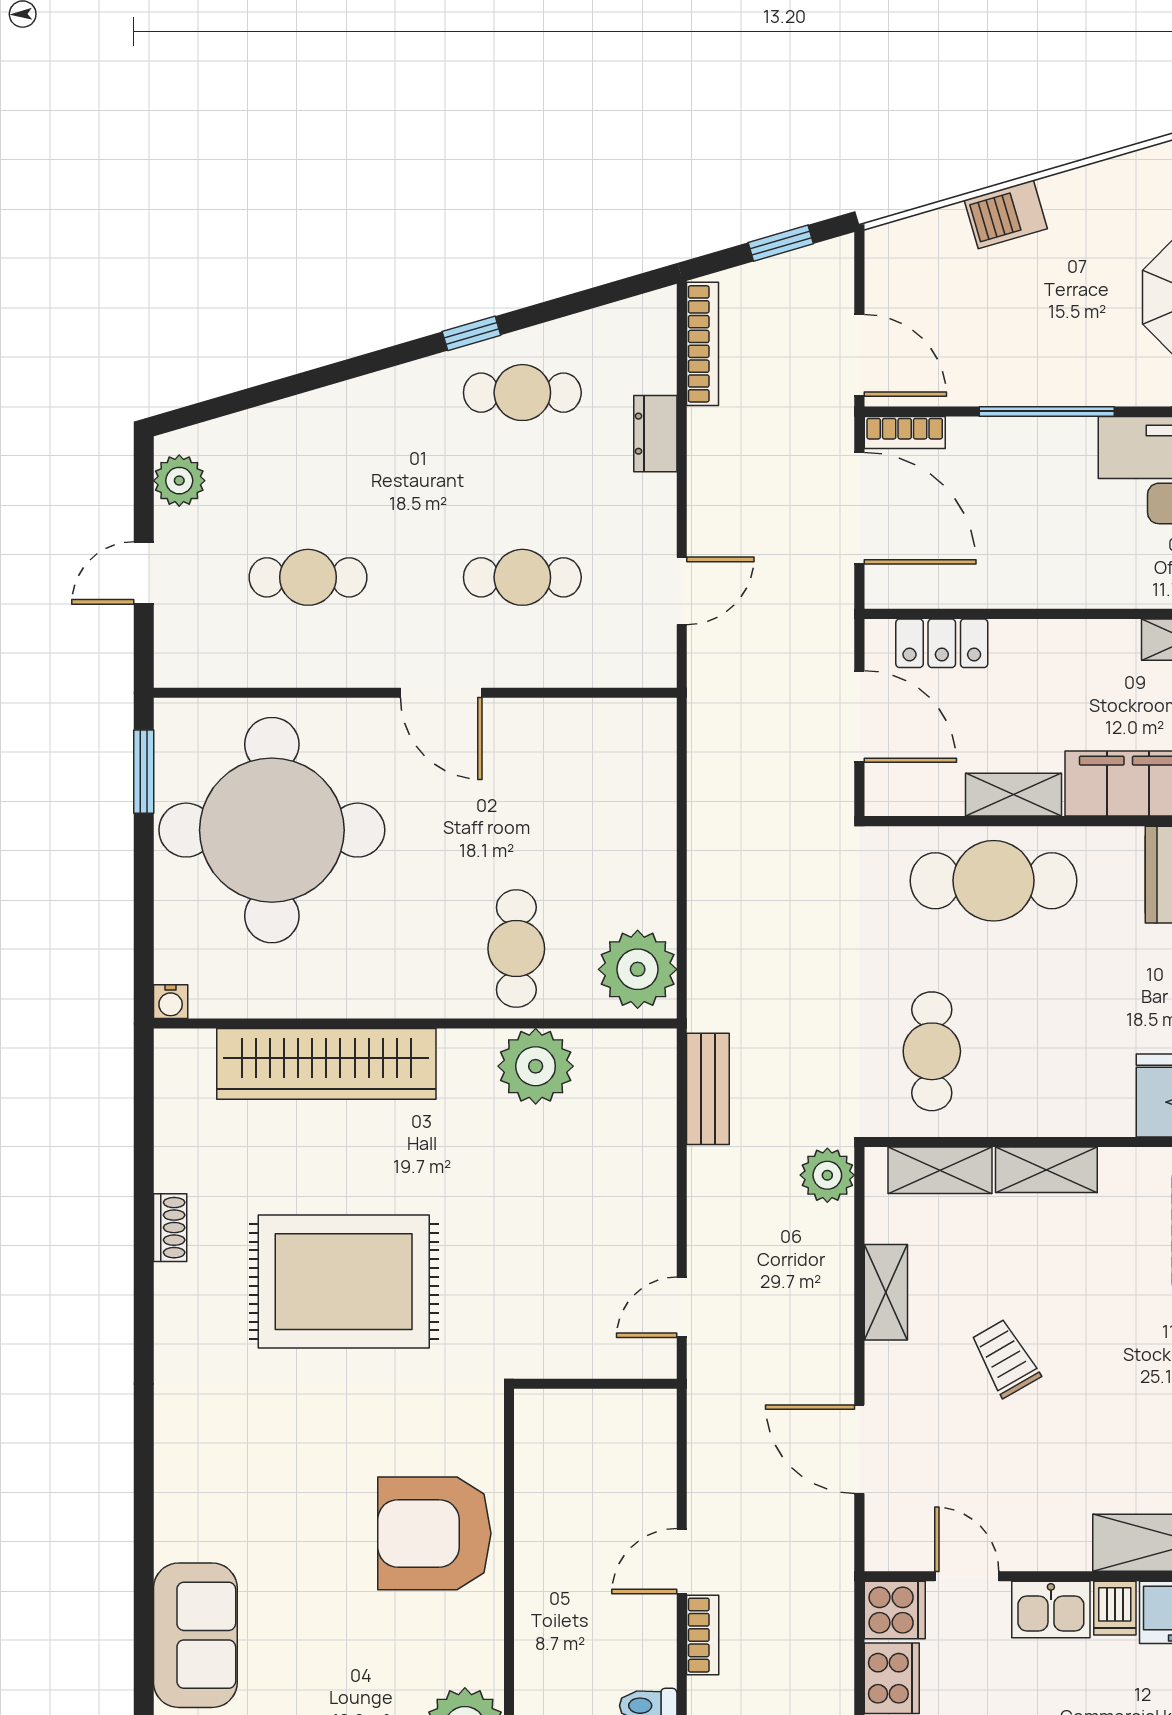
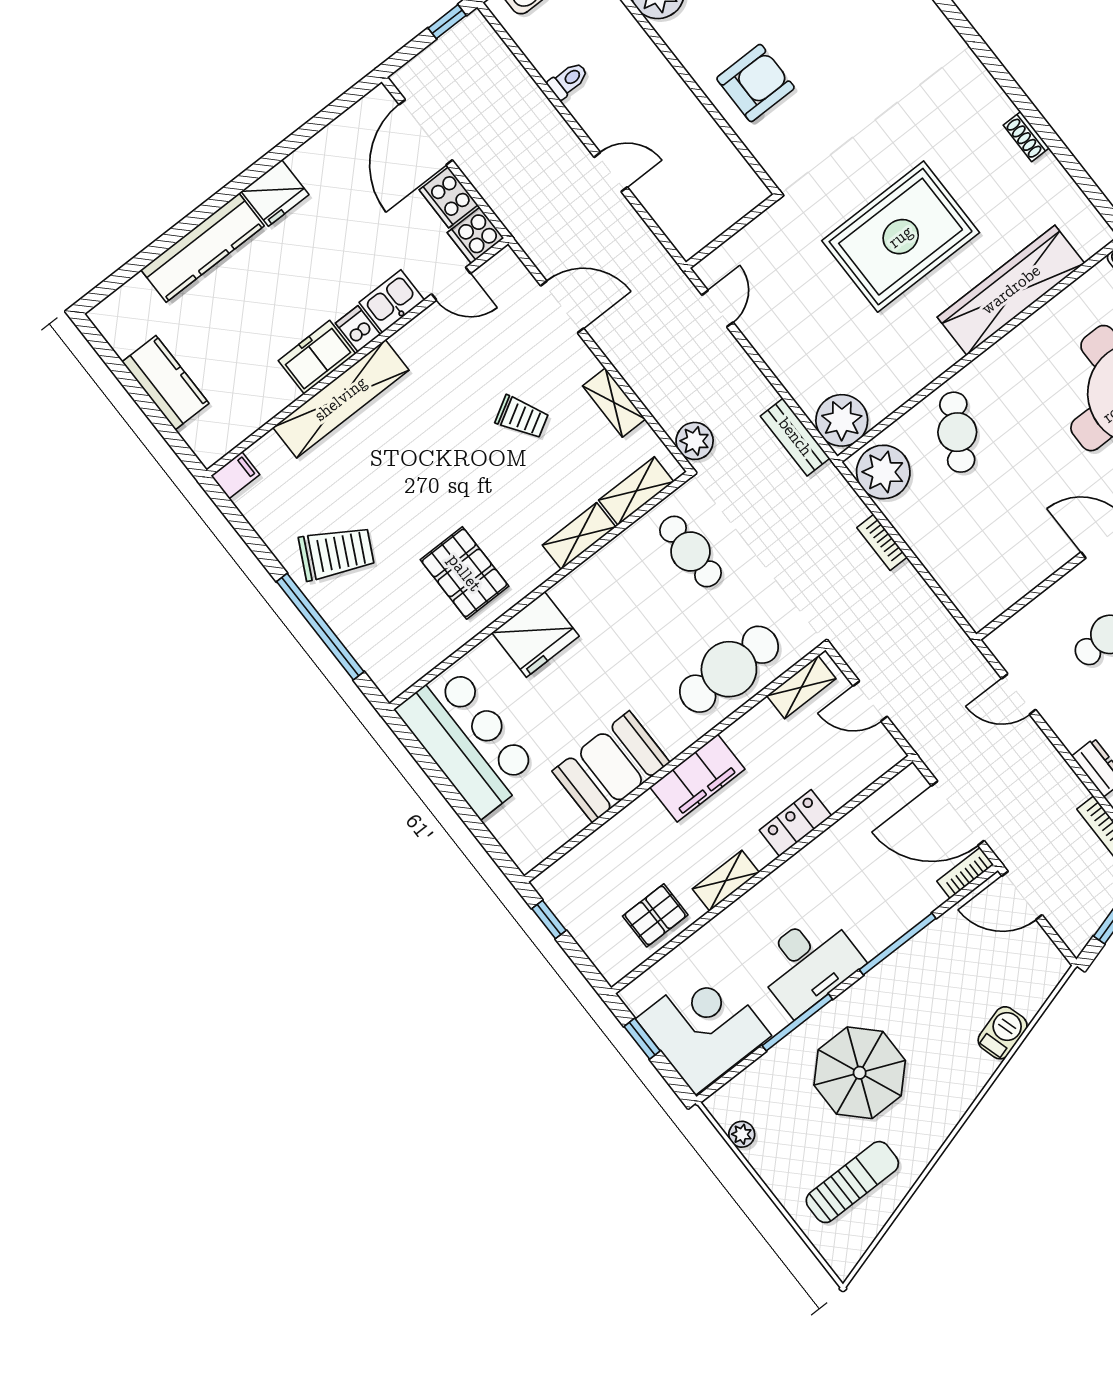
door: (682, 591) -> (1019, 694), hinge flipped
locker: (942, 643) -> (795, 823), moved
door: (859, 717) -> (870, 701), width x0.73
shelving: (1013, 795) -> (801, 687), moved
cafe table: (516, 949) -> (957, 432), turned 30
plant: (536, 1066) -> (842, 420), moved
rug: (344, 1282) -> (901, 237), moved
armchair: (434, 1533) -> (756, 83), width x0.73, depth x0.73
door: (682, 1561) -> (611, 172), hinge flipped
bookcase: (703, 1635) -> (882, 542), moved

